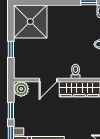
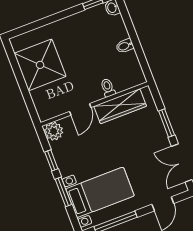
shower: (30, 22) -> (40, 65), moved
window: (11, 49) -> (25, 91), removed

